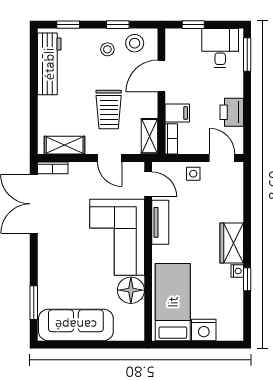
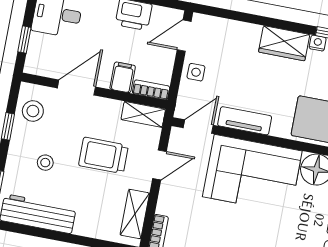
stool: (107, 49) -> (45, 163), moved
door: (161, 76) -> (76, 87), swing flipped
trolley: (109, 109) -> (103, 155), turned 180

